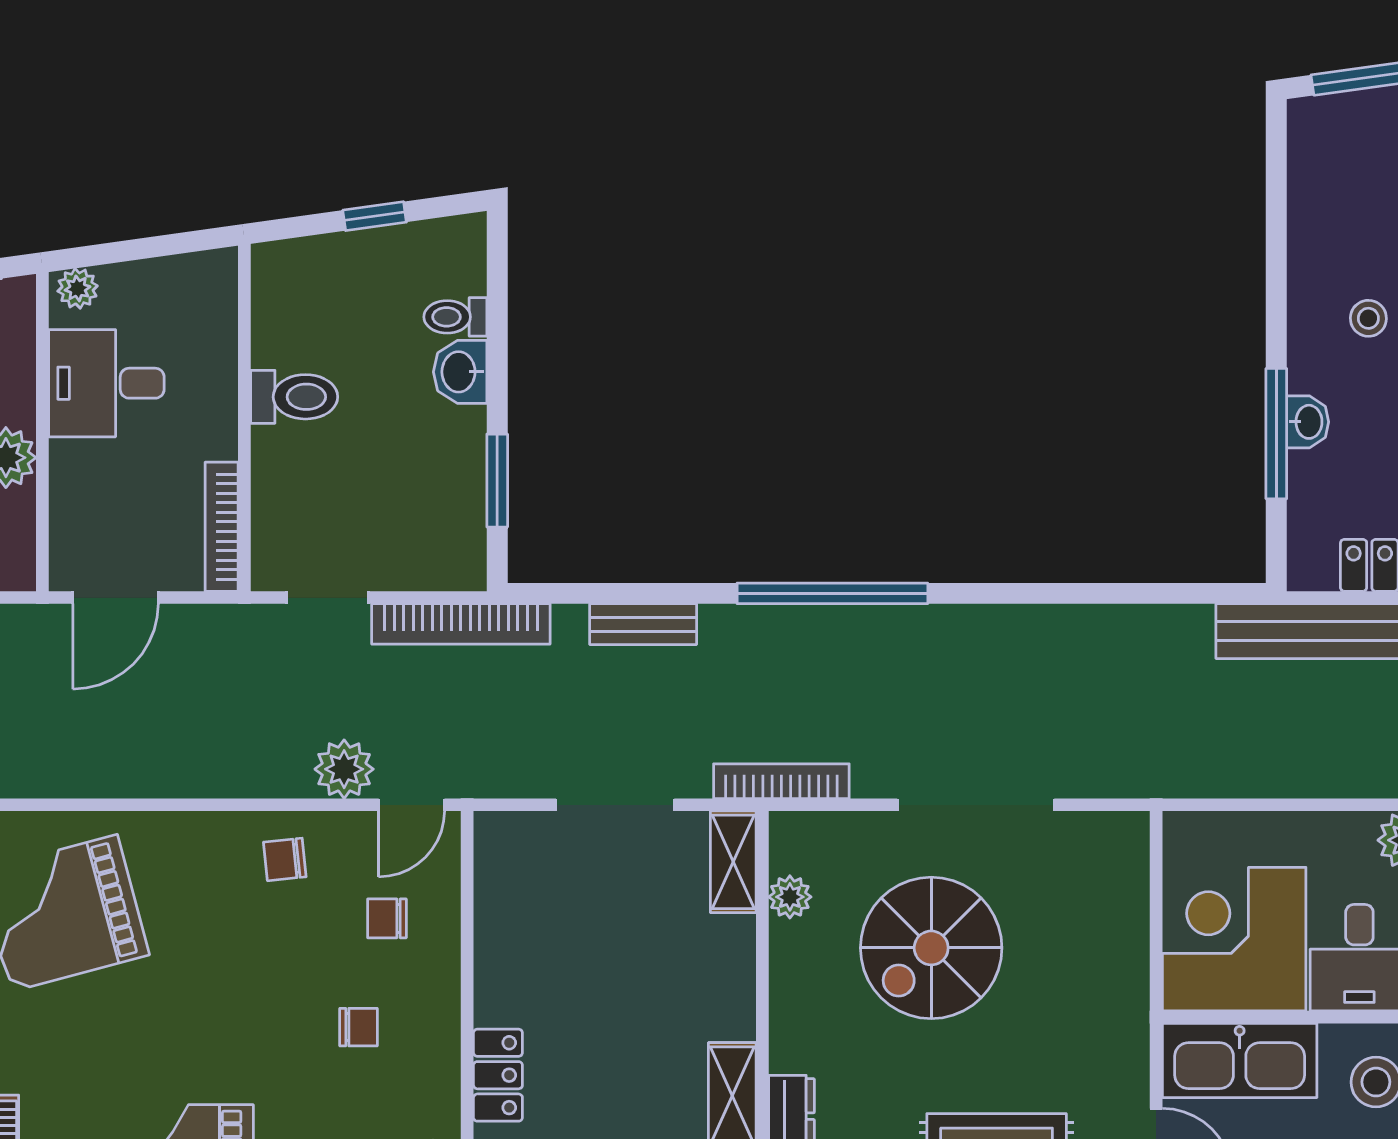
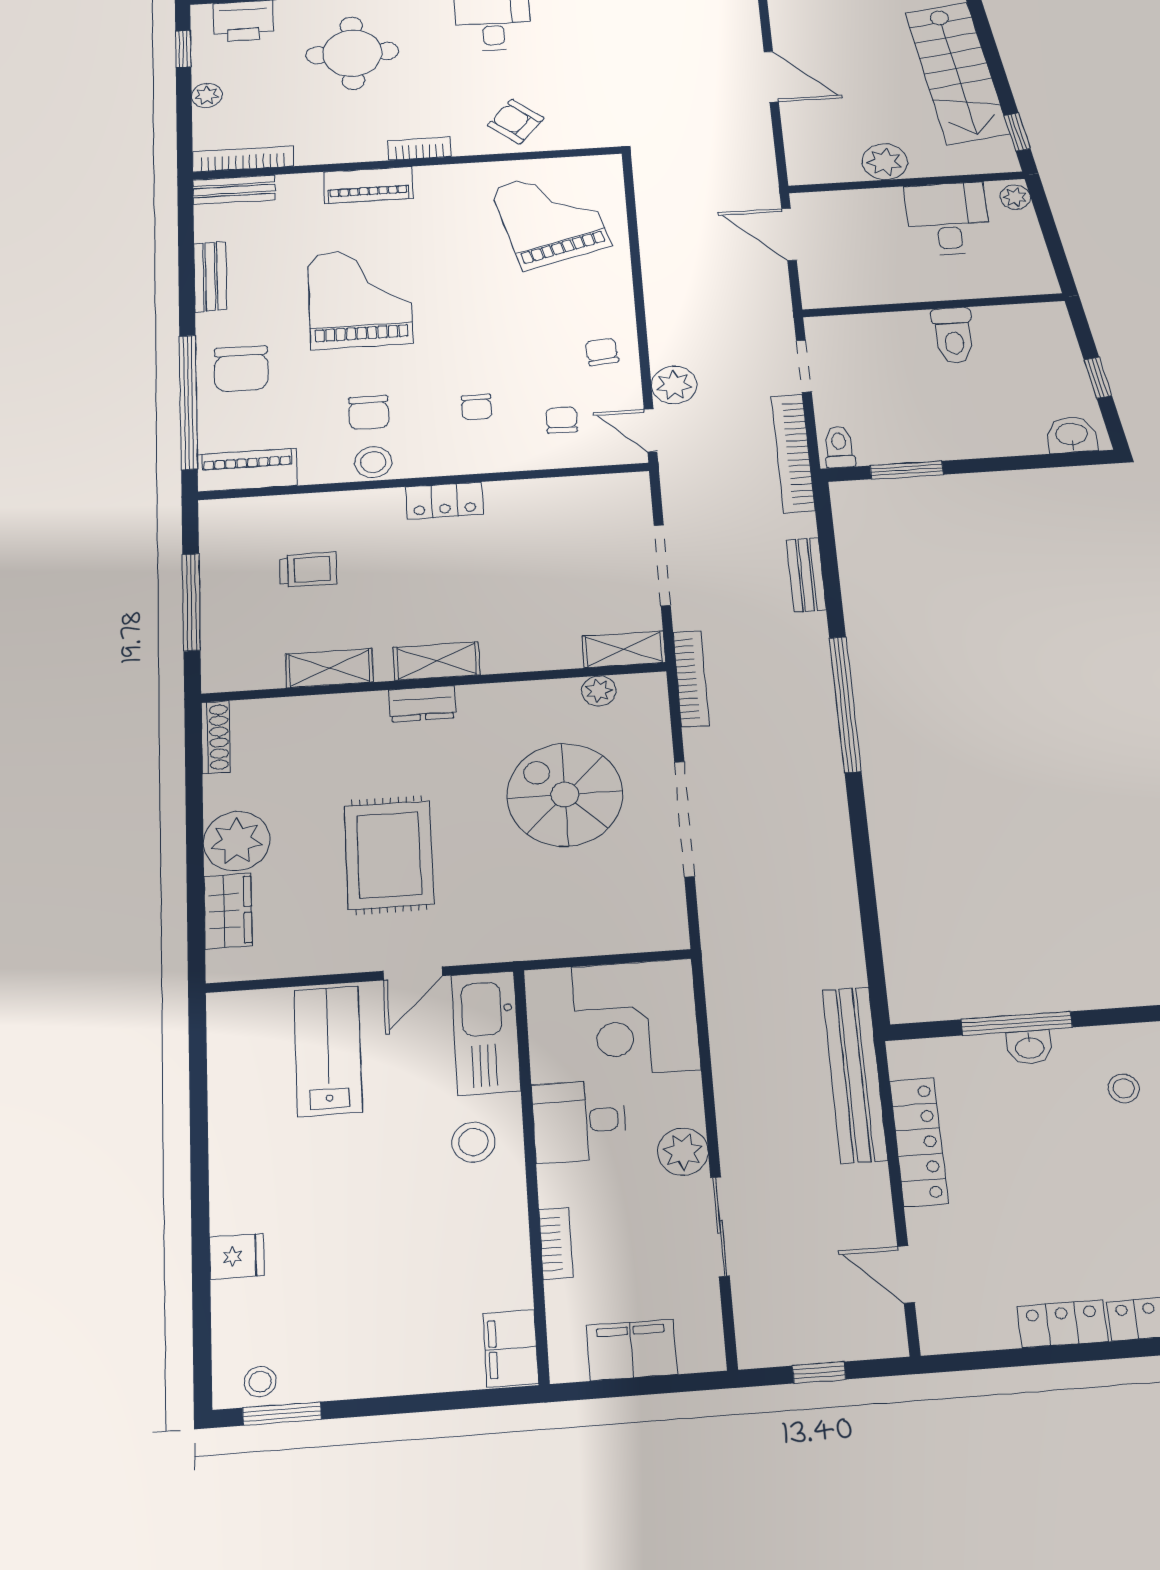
toilet: (455, 317) -> (839, 447), moved
washbasin: (460, 372) -> (1072, 435), moved
bookcase: (222, 527) -> (850, 296), removed
corner desk: (1234, 939) -> (636, 1018), moved, turned 180

